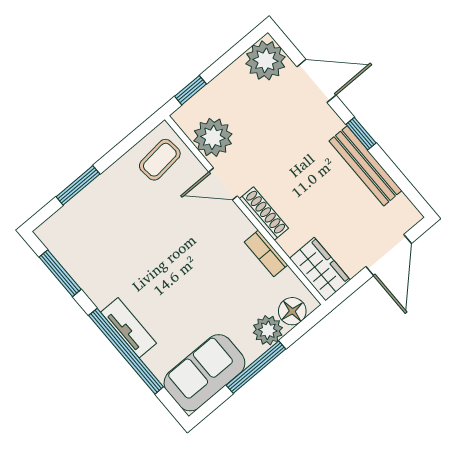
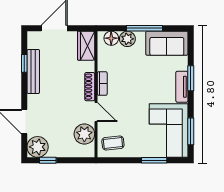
window: (190, 90) -> (48, 160), moved
window: (361, 134) -> (24, 63), moved
corner sofa: (94, 247) -> (169, 130), added
bookcase: (266, 253) -> (102, 84), moved
window: (126, 351) -> (191, 78), width x0.47

